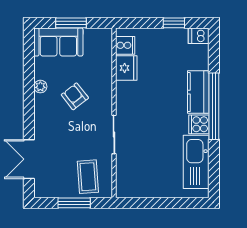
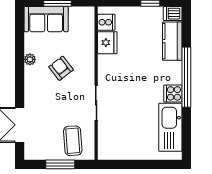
kitchen counter: (198, 92) -> (172, 41), moved

